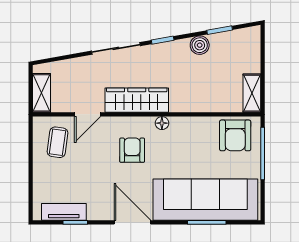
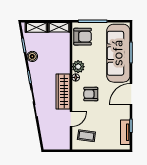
shelving: (41, 93) -> (36, 27), moved
door: (87, 114) -> (71, 119), hinge flipped
plant: (181, 128) -> (78, 67), added

